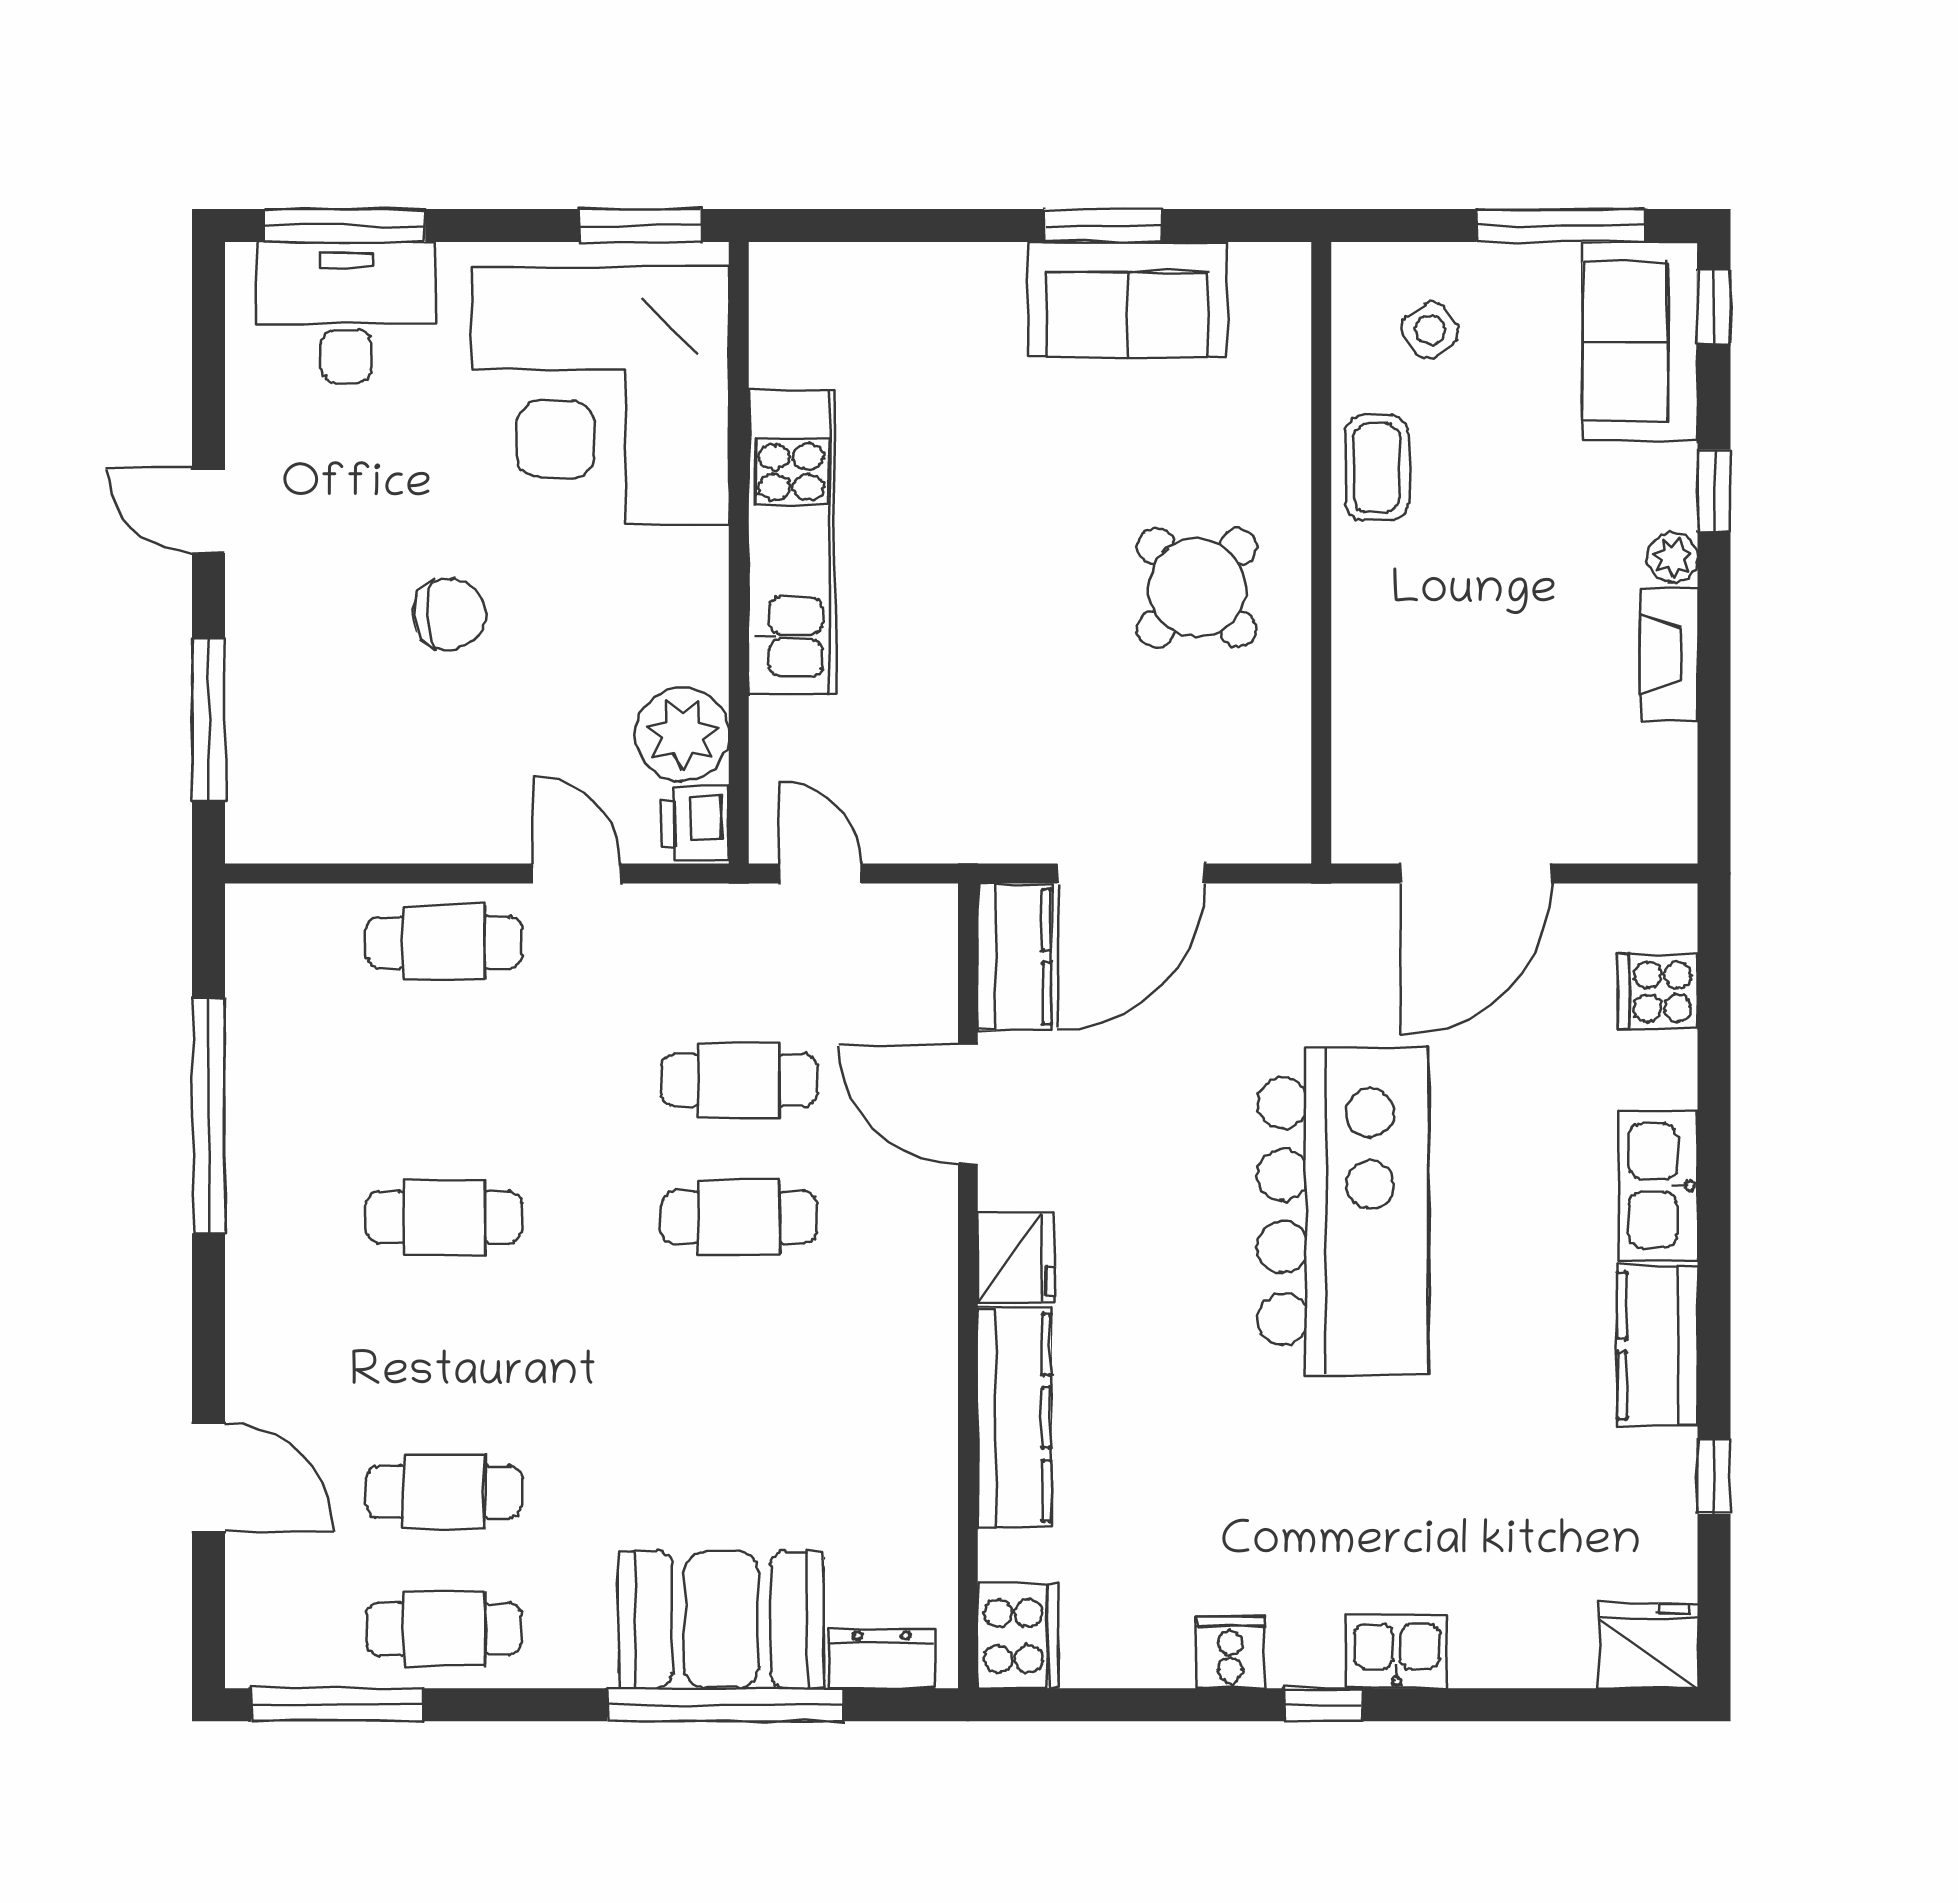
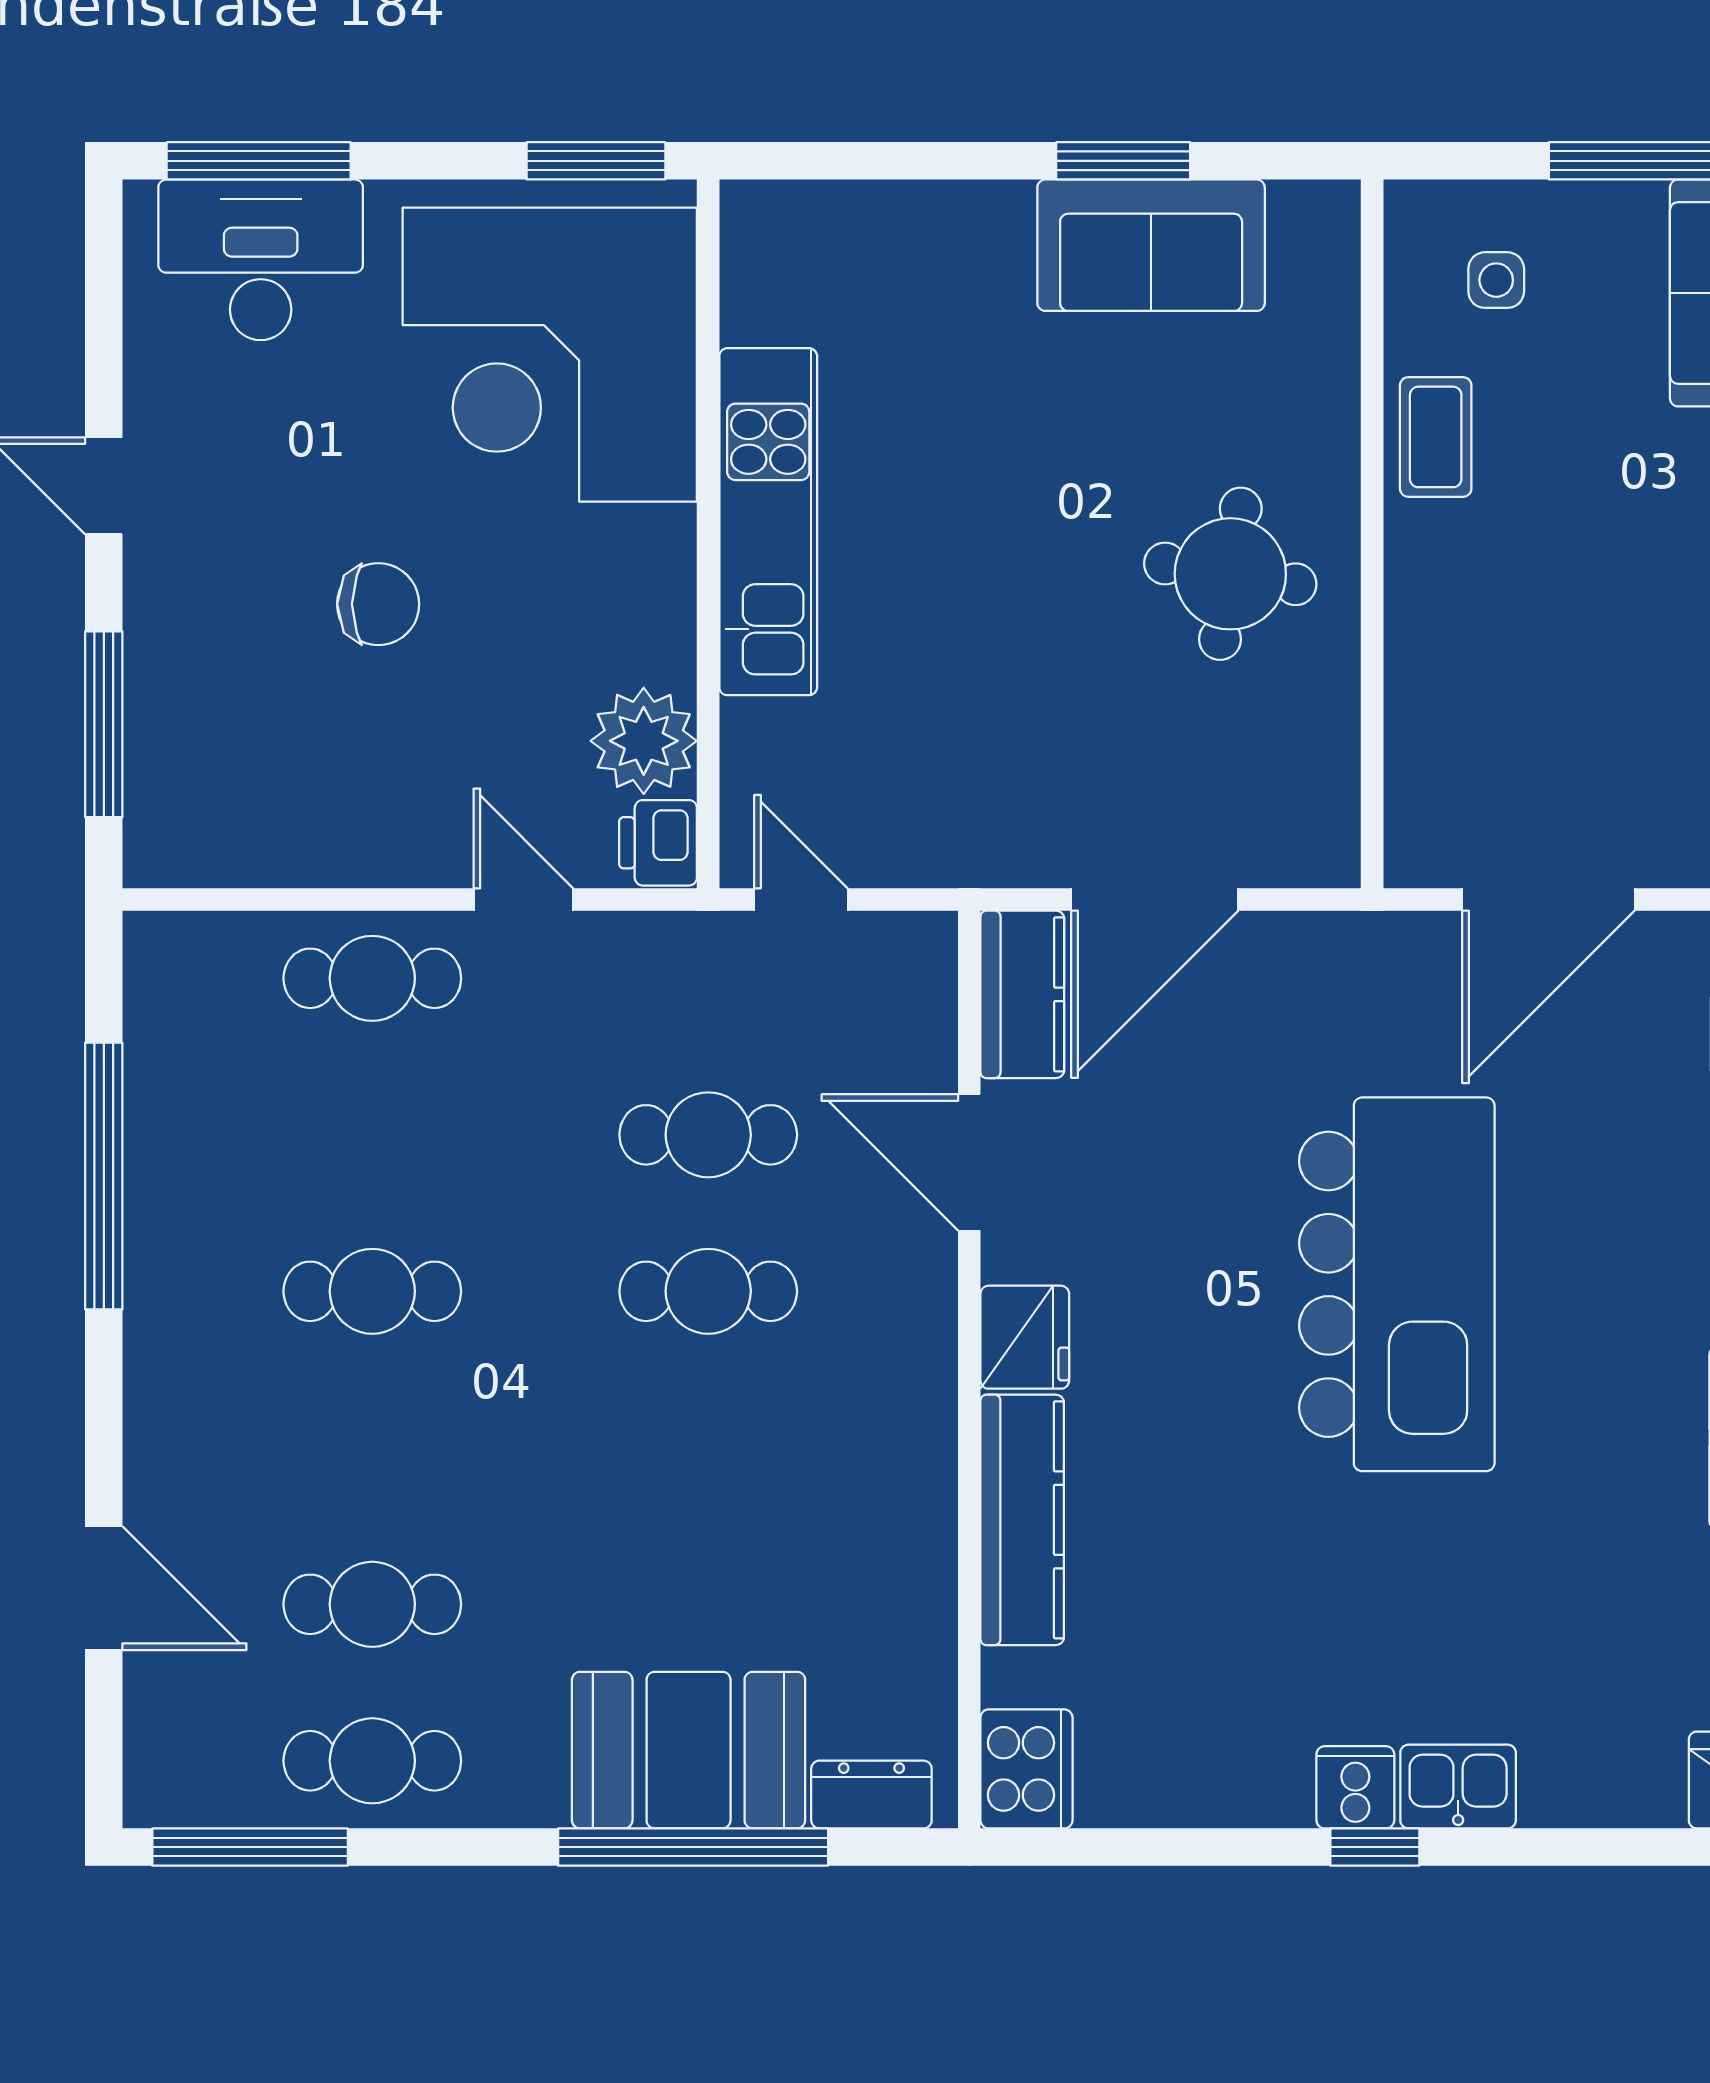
side table: (1430, 330) -> (1496, 280), turned 36
round table: (1197, 588) -> (1230, 574), turned -36
cooker: (1230, 1652) -> (1355, 1787), moved

